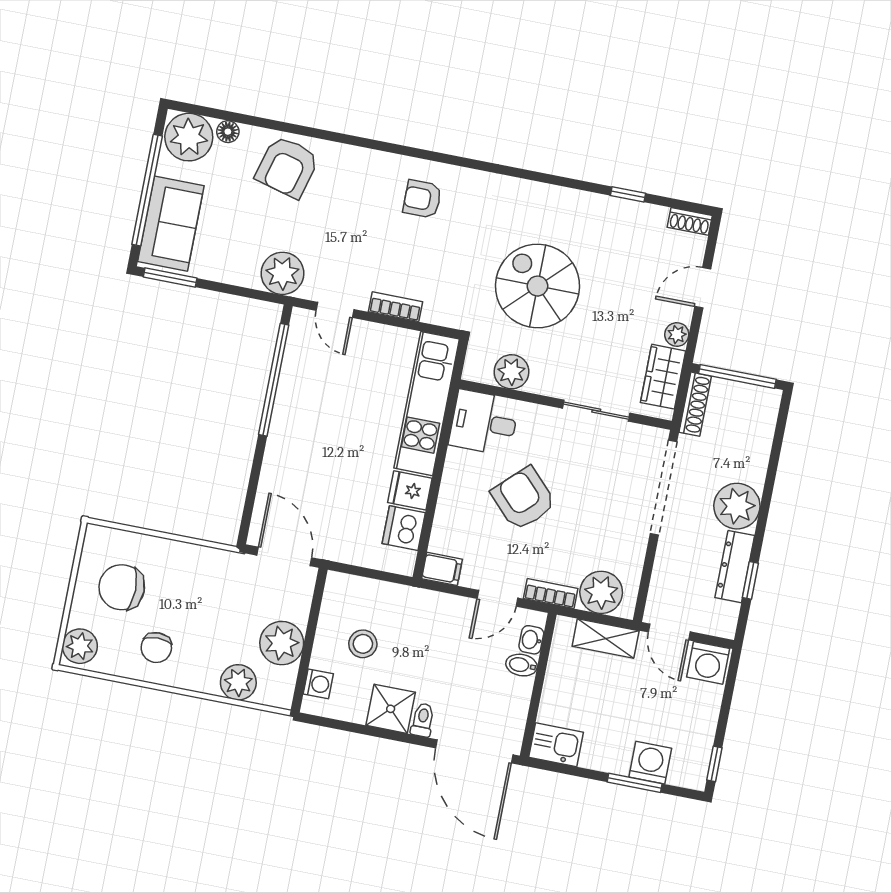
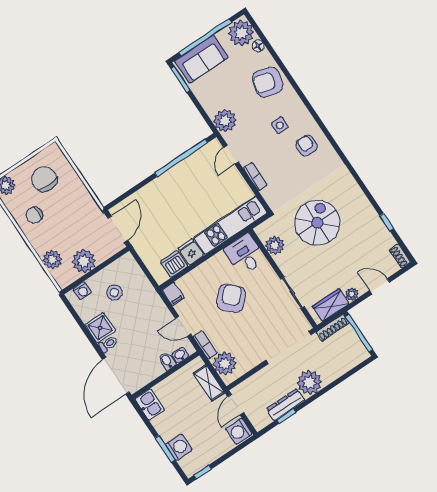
side table: (360, 208) -> (280, 125), added

